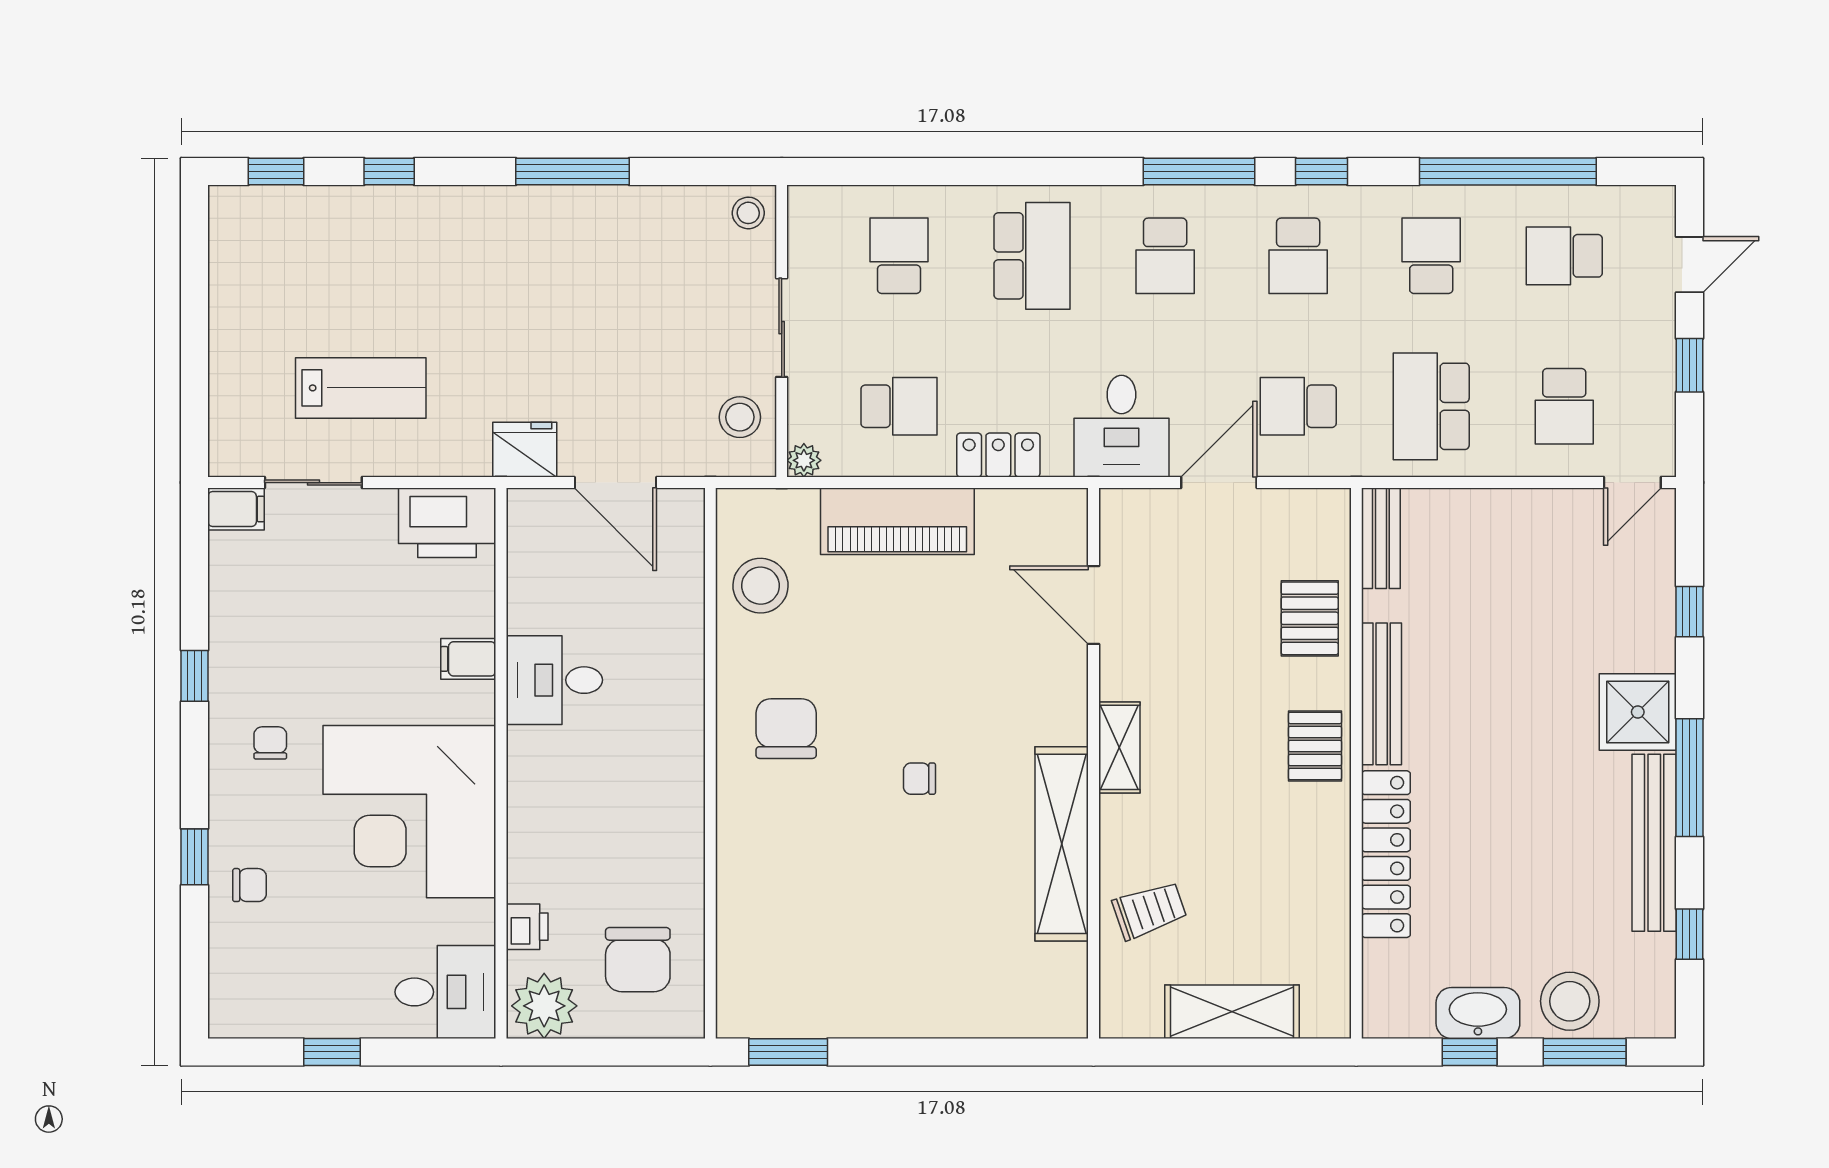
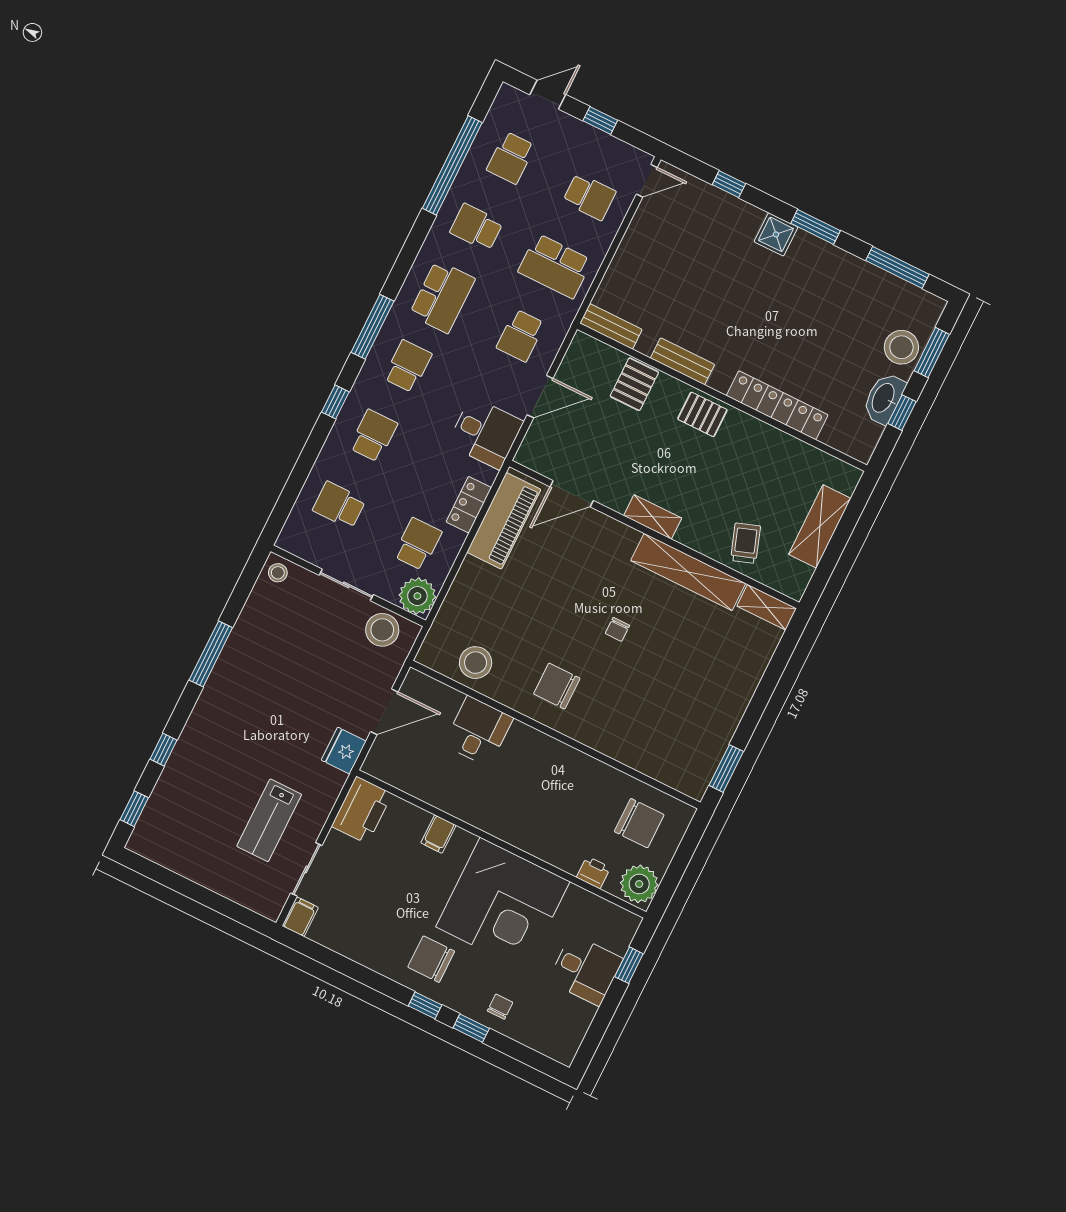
window: (1322, 172) -> (335, 402), moved
school desk: (1032, 256) -> (373, 436), width x0.54
school desk: (1165, 256) -> (408, 366), turned -90
school desk: (1298, 256) -> (442, 297), width x1.85
door: (1690, 265) -> (548, 95), hinge flipped
lab bench: (361, 388) -> (269, 820), turned 180
stool: (740, 417) -> (382, 630), width x1.38, depth x1.38
plant: (804, 460) -> (417, 596), width x1.88, depth x1.88
door: (1219, 483) -> (540, 397), swing flipped
door: (1632, 483) -> (647, 181), hinge flipped
piano: (897, 521) -> (504, 521), moved
pallet: (1310, 618) -> (634, 384), turned 90
window: (194, 676) -> (425, 1005), moved
desk: (554, 680) -> (478, 731), moved, turned 180
bench: (1382, 694) -> (683, 361), width x0.73
shower: (1638, 712) -> (776, 234), width x0.73, depth x0.73
chair: (270, 743) -> (431, 959), width x1.87, depth x1.87
window: (1690, 778) -> (816, 227), width x0.69
bench: (1654, 843) -> (840, 262), removed
window: (1690, 934) -> (897, 267), width x2.17
desk: (445, 992) -> (585, 970), moved, turned 90
shelving: (1067, 992) -> (767, 607), added
window: (332, 1052) -> (629, 965), moved

